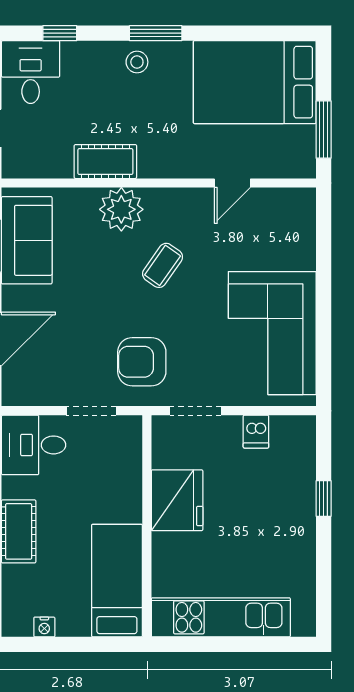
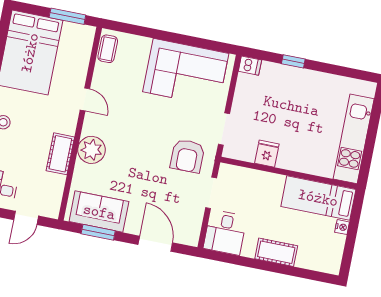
door: (232, 183) -> (85, 99), moved
coffee table: (163, 265) -> (108, 49), moved, turned 55
dishwasher: (256, 432) -> (250, 66), moved
fridge: (177, 500) -> (267, 154), width x0.53, depth x0.75
nightstand: (44, 627) -> (342, 227), moved

